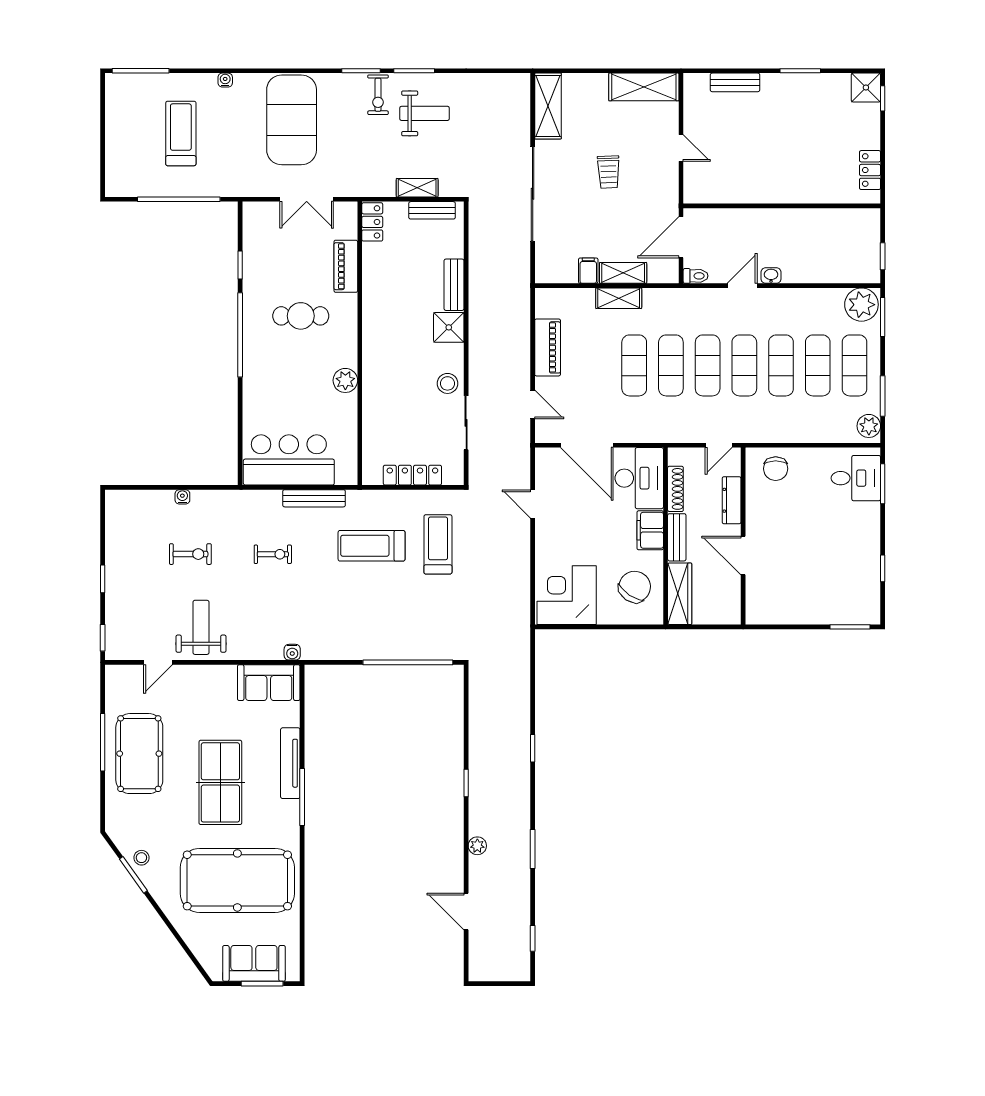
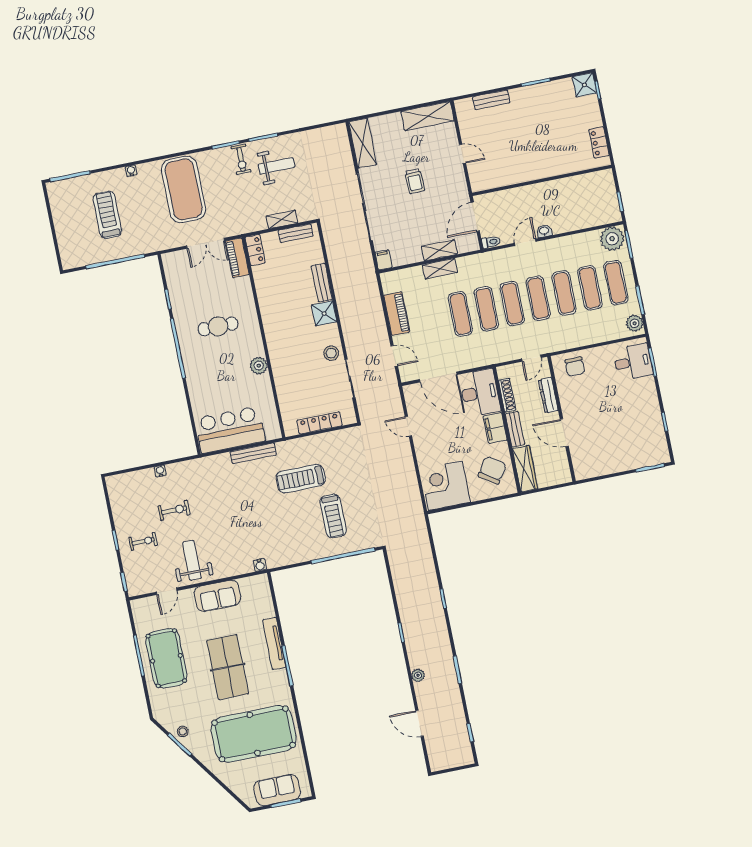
piano: (346, 266) -> (237, 258), moved
filing cabinet: (588, 271) -> (384, 260), moved
treadmill: (438, 544) -> (333, 516), moved, turned 180
exercise bike: (273, 554) -> (143, 541), moved
sofa: (269, 683) -> (217, 596), moved

